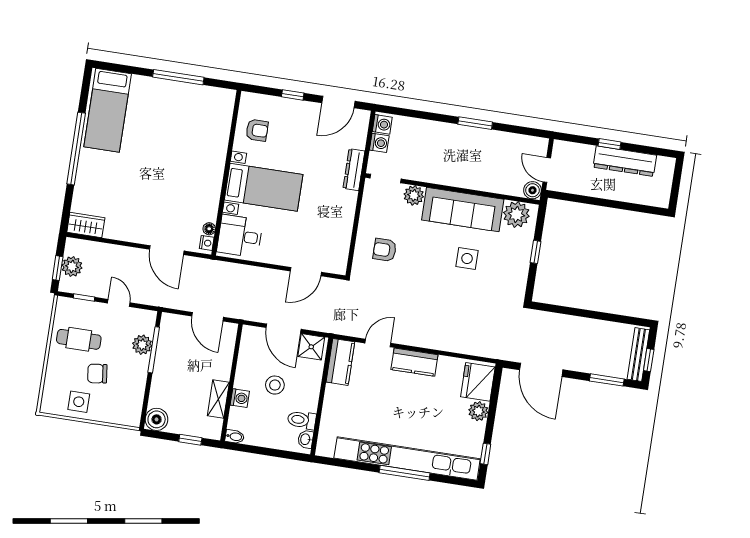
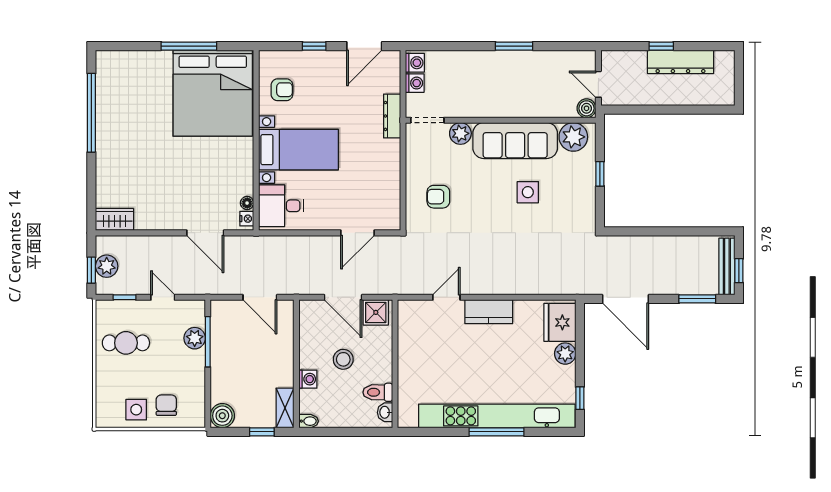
bed: (108, 110) -> (213, 93), moved, width x2.04
window: (76, 149) -> (91, 113), moved
kitchen counter: (340, 362) -> (409, 324), removed
chair: (97, 374) -> (166, 405), moved, turned 97
shelving: (218, 399) -> (285, 408), moved

